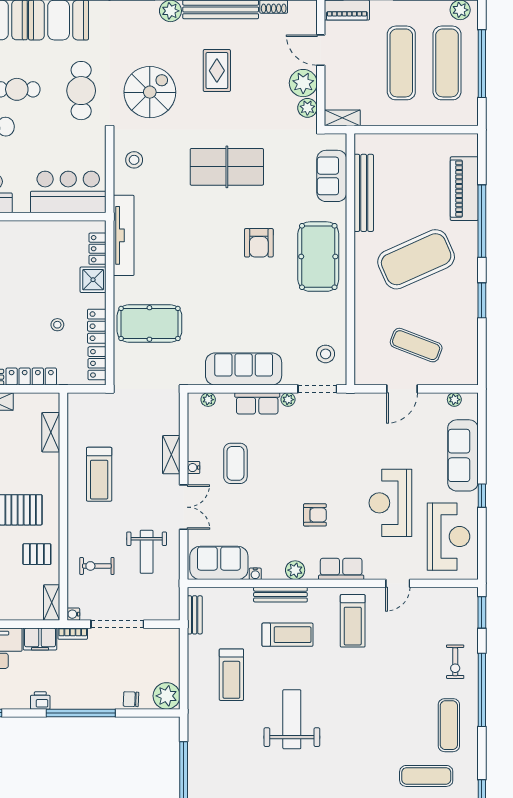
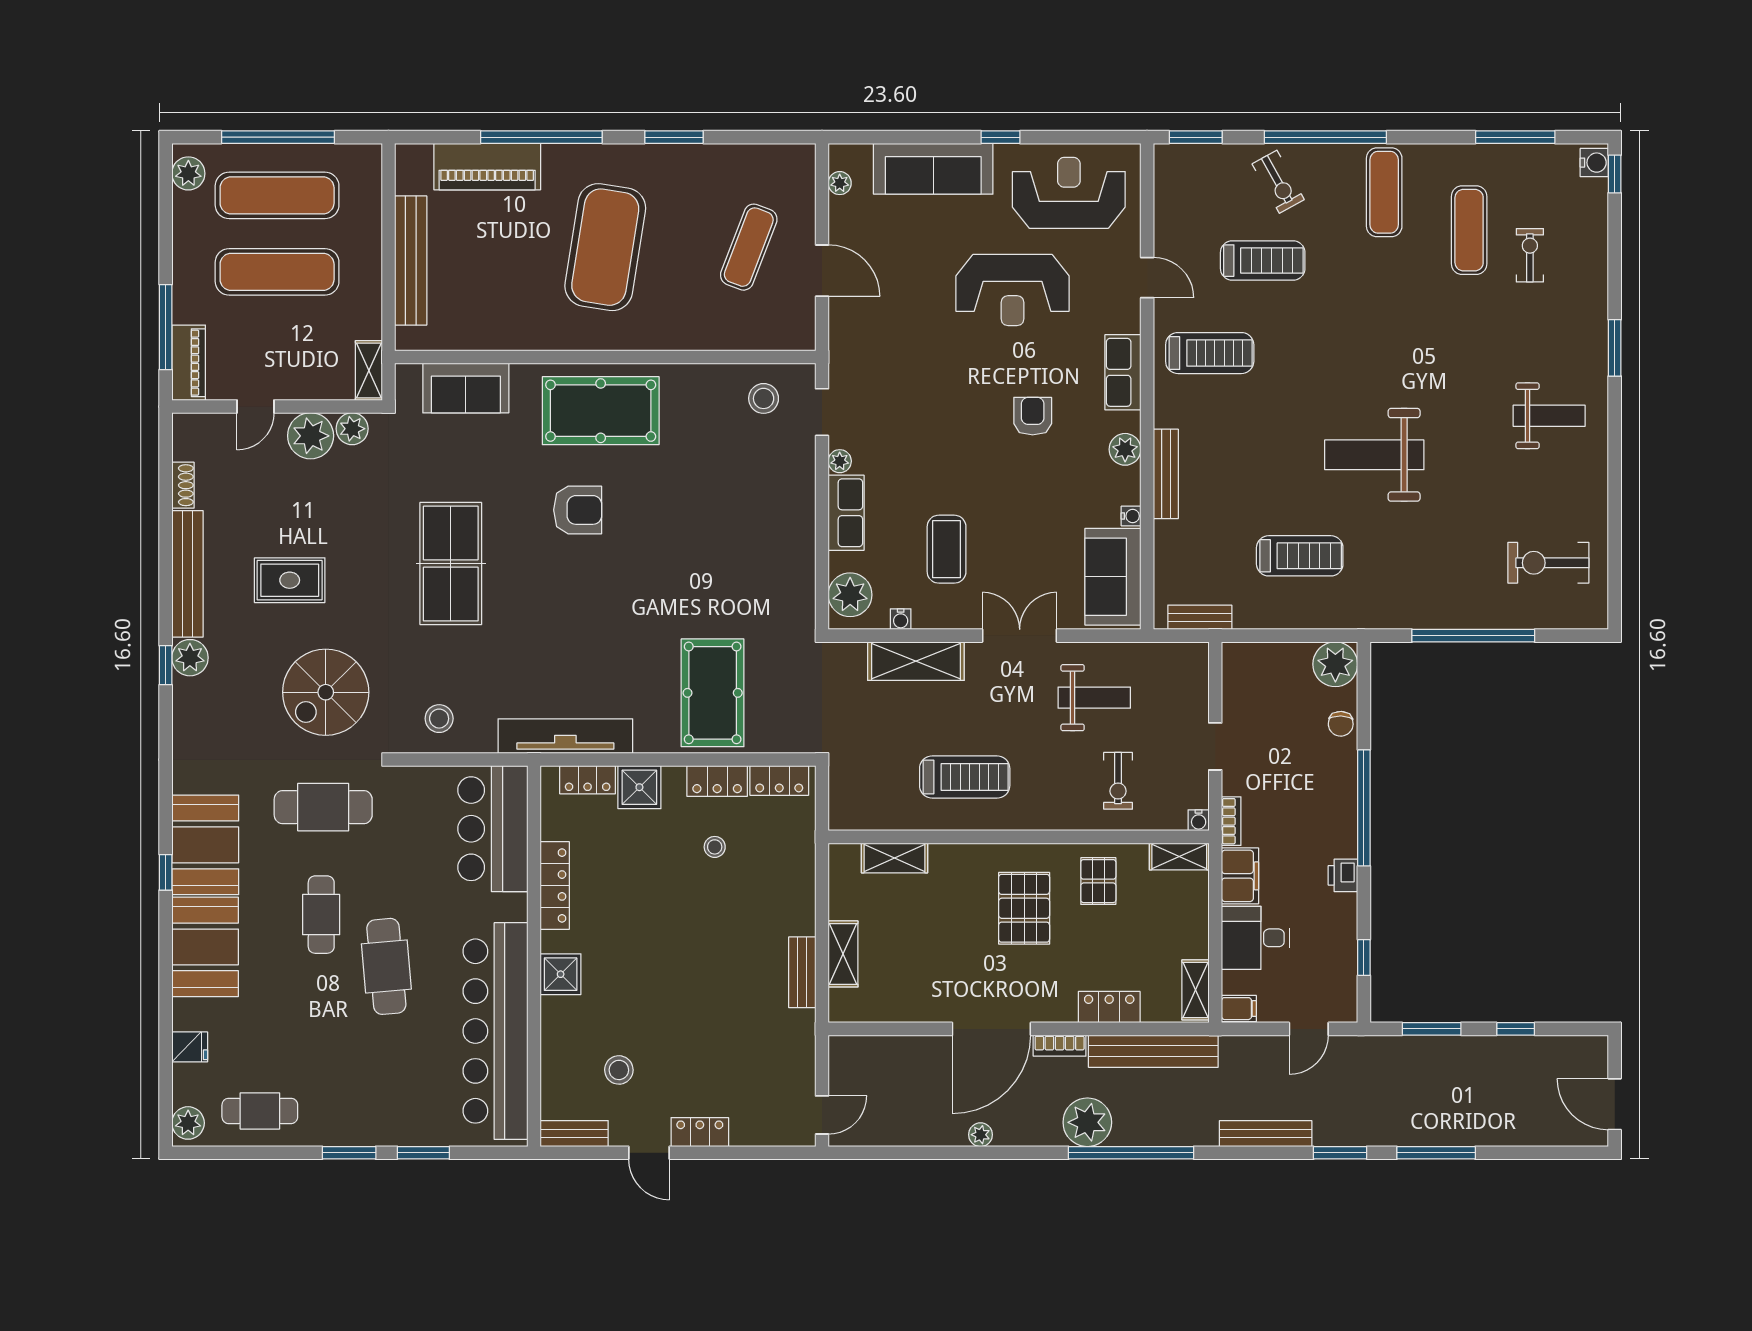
door: (321, 50) -> (256, 407), width x0.73
spiral stairs: (150, 92) -> (326, 692), turned -90
bench: (364, 193) -> (411, 260), moved, turned 90
exercise mat: (416, 259) -> (605, 247), turned 33
sofa: (244, 369) -> (789, 536), removed
locker: (31, 377) -> (555, 885), moved, turned 180
doorway: (317, 389) -> (822, 412), width x0.73
plant: (208, 400) -> (850, 595), width x1.88, depth x1.88
shelving: (171, 455) -> (916, 661), width x1.50, depth x1.33
coffee table: (235, 463) -> (947, 549), turned 90
water cooler: (194, 468) -> (901, 619), moved
doorway: (117, 624) -> (1215, 746), width x0.53
treadmill: (288, 635) -> (1263, 261), moved, turned 90
exercise bike: (455, 662) -> (1278, 182), turned 61
exercise mat: (449, 725) -> (1384, 192), turned 90

